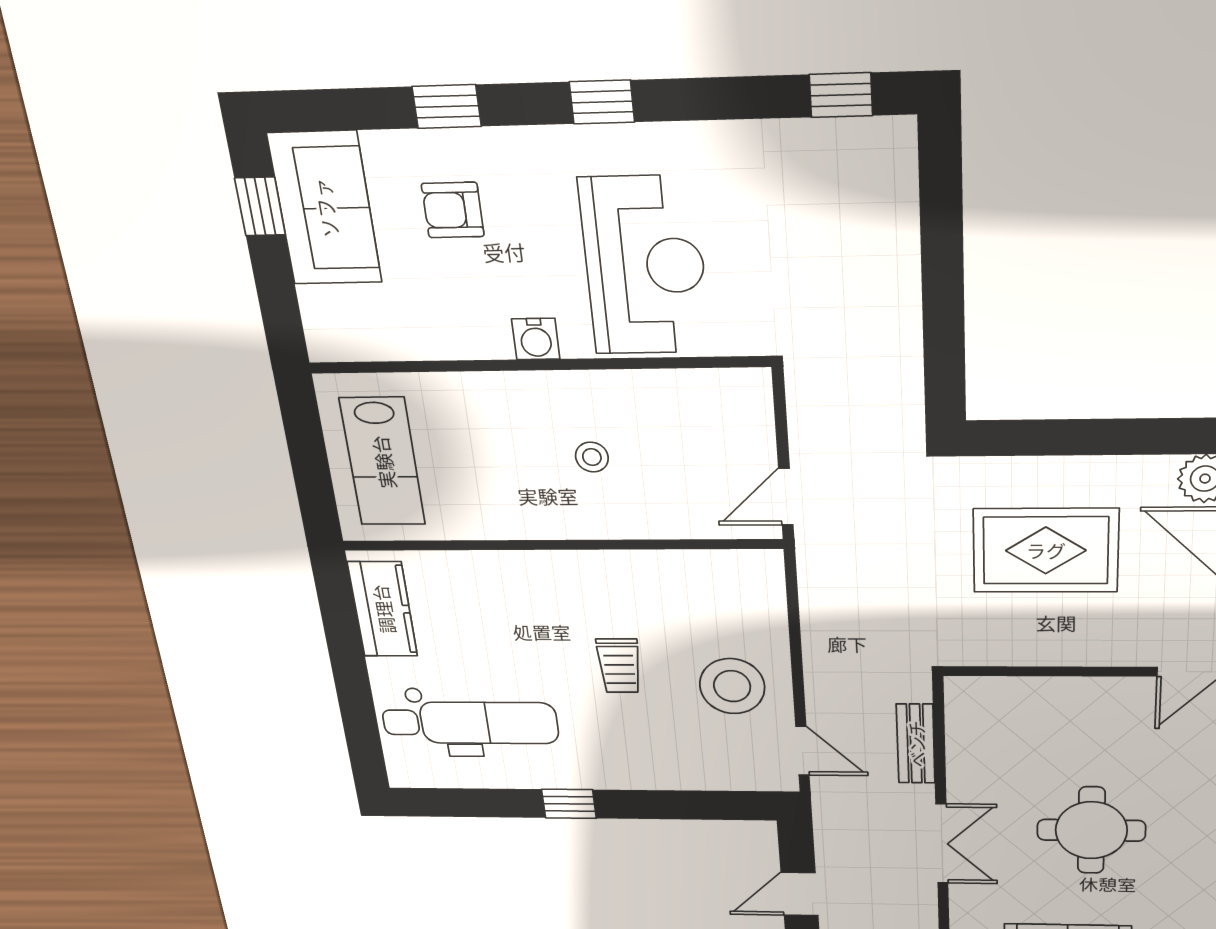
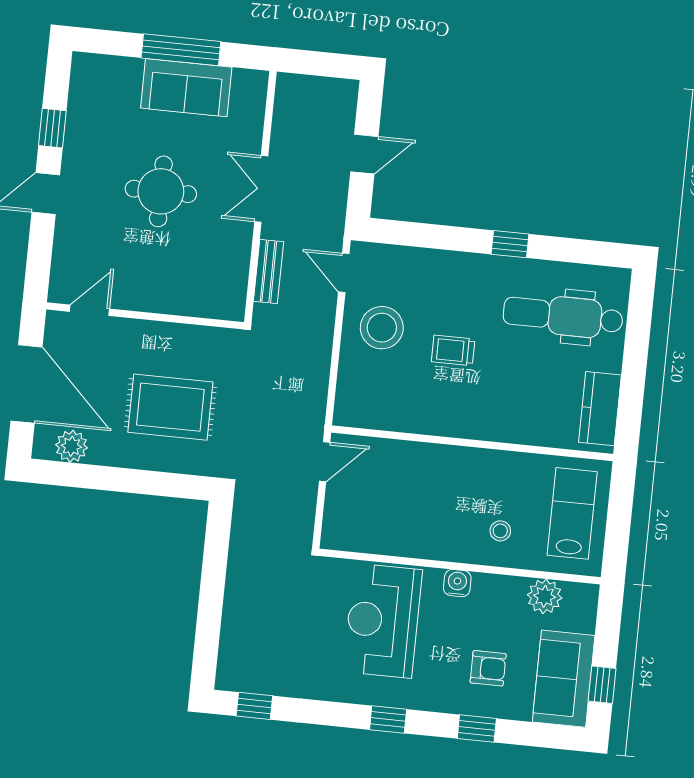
plant: (391, 335) -> (545, 596), added
stool: (592, 457) -> (500, 531), moved
trolley: (619, 666) -> (453, 350), turned -90

